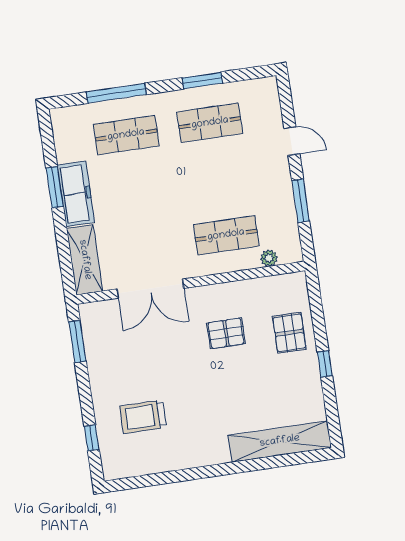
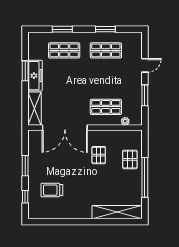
window: (116, 93) -> (62, 29), width x0.69
door: (292, 141) -> (145, 65), hinge flipped
double door: (150, 289) -> (65, 128), width x1.36
pallet: (226, 333) -> (99, 155), turned 90
window: (77, 342) -> (25, 166), moved
window: (325, 364) -> (145, 177), width x3.17

